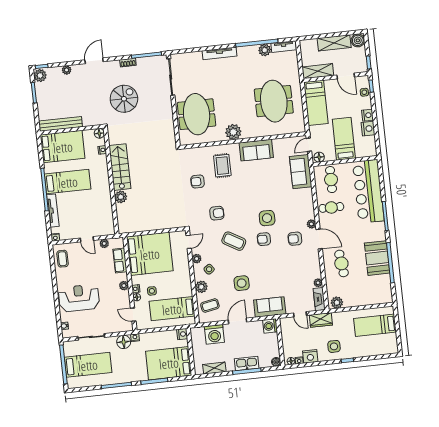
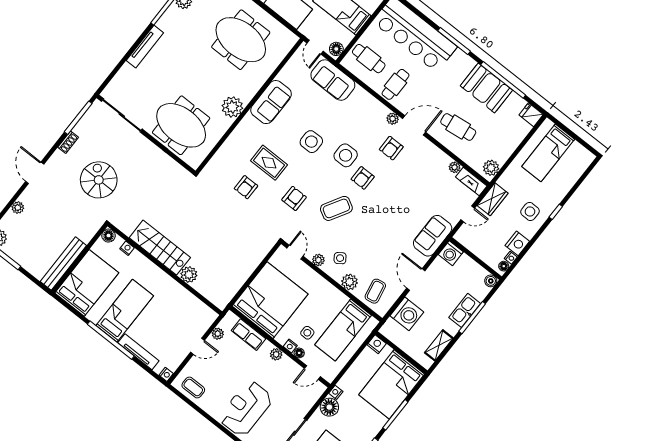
rug: (222, 166) -> (269, 163), moved
side table: (242, 283) -> (311, 142), moved
fridge: (386, 296) -> (531, 115), added

